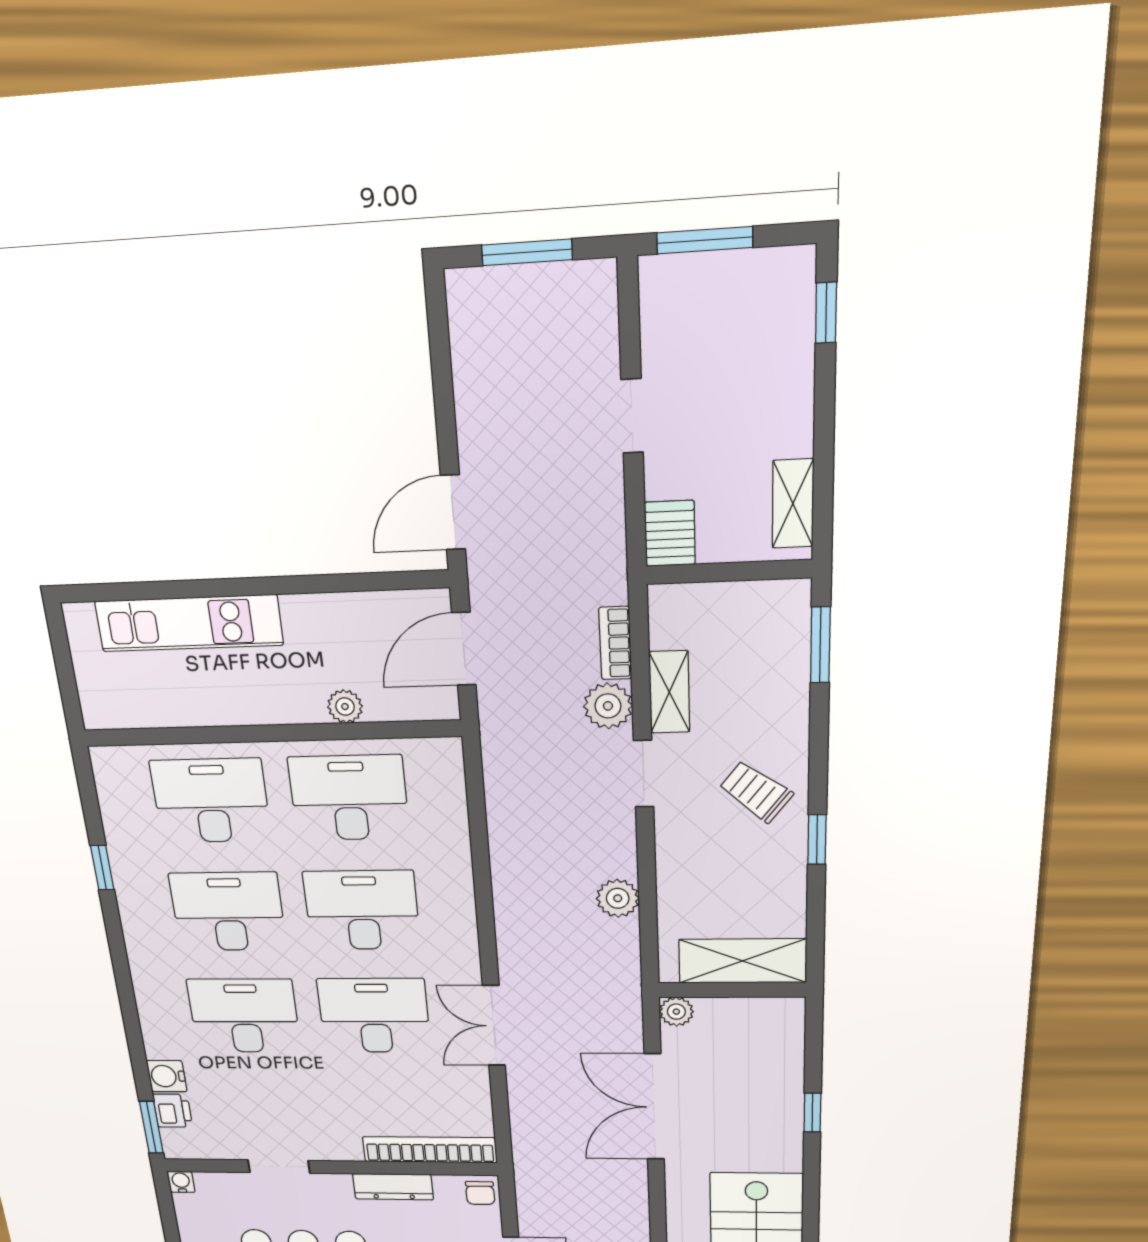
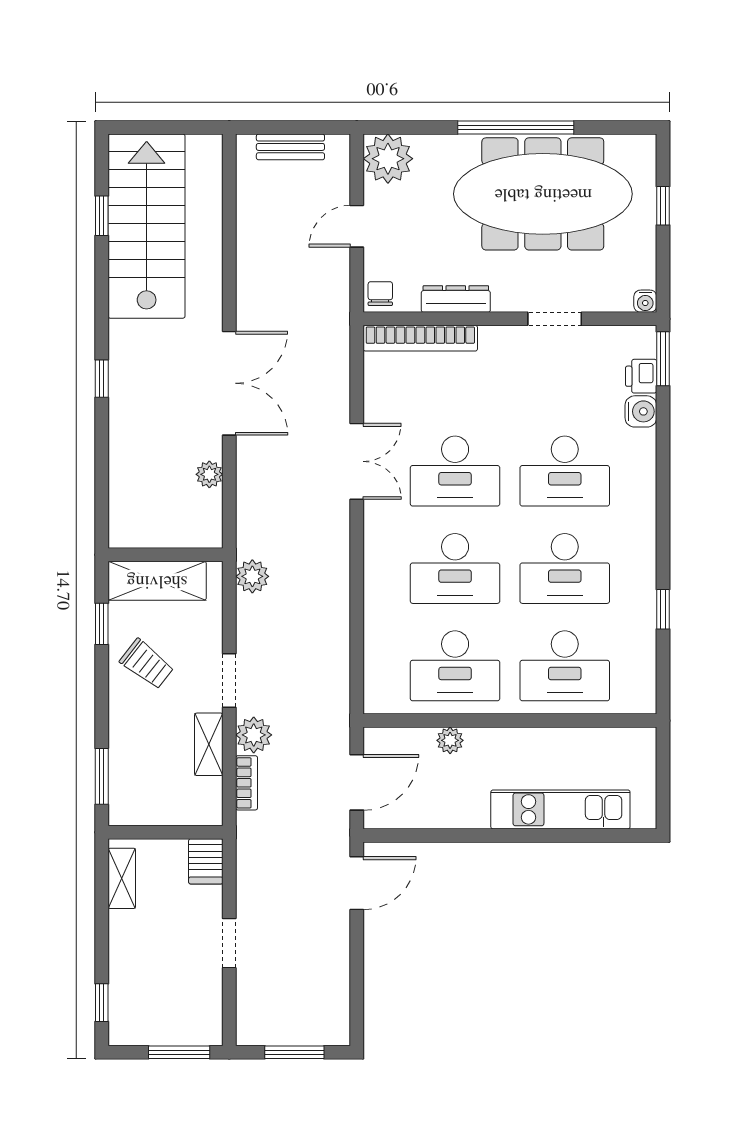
shelving: (743, 961) -> (157, 581), moved
wall: (732, 990) -> (166, 555), moved

